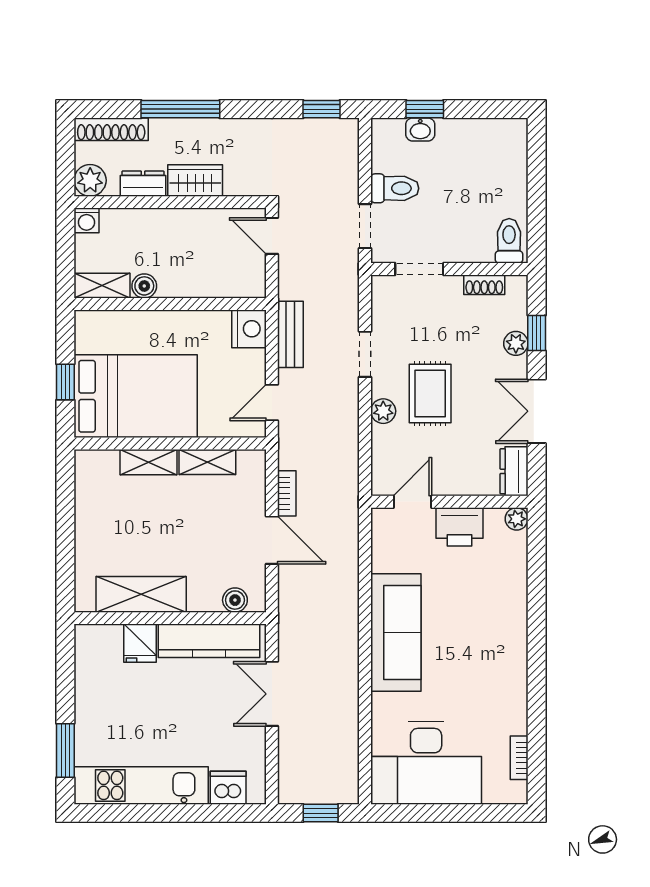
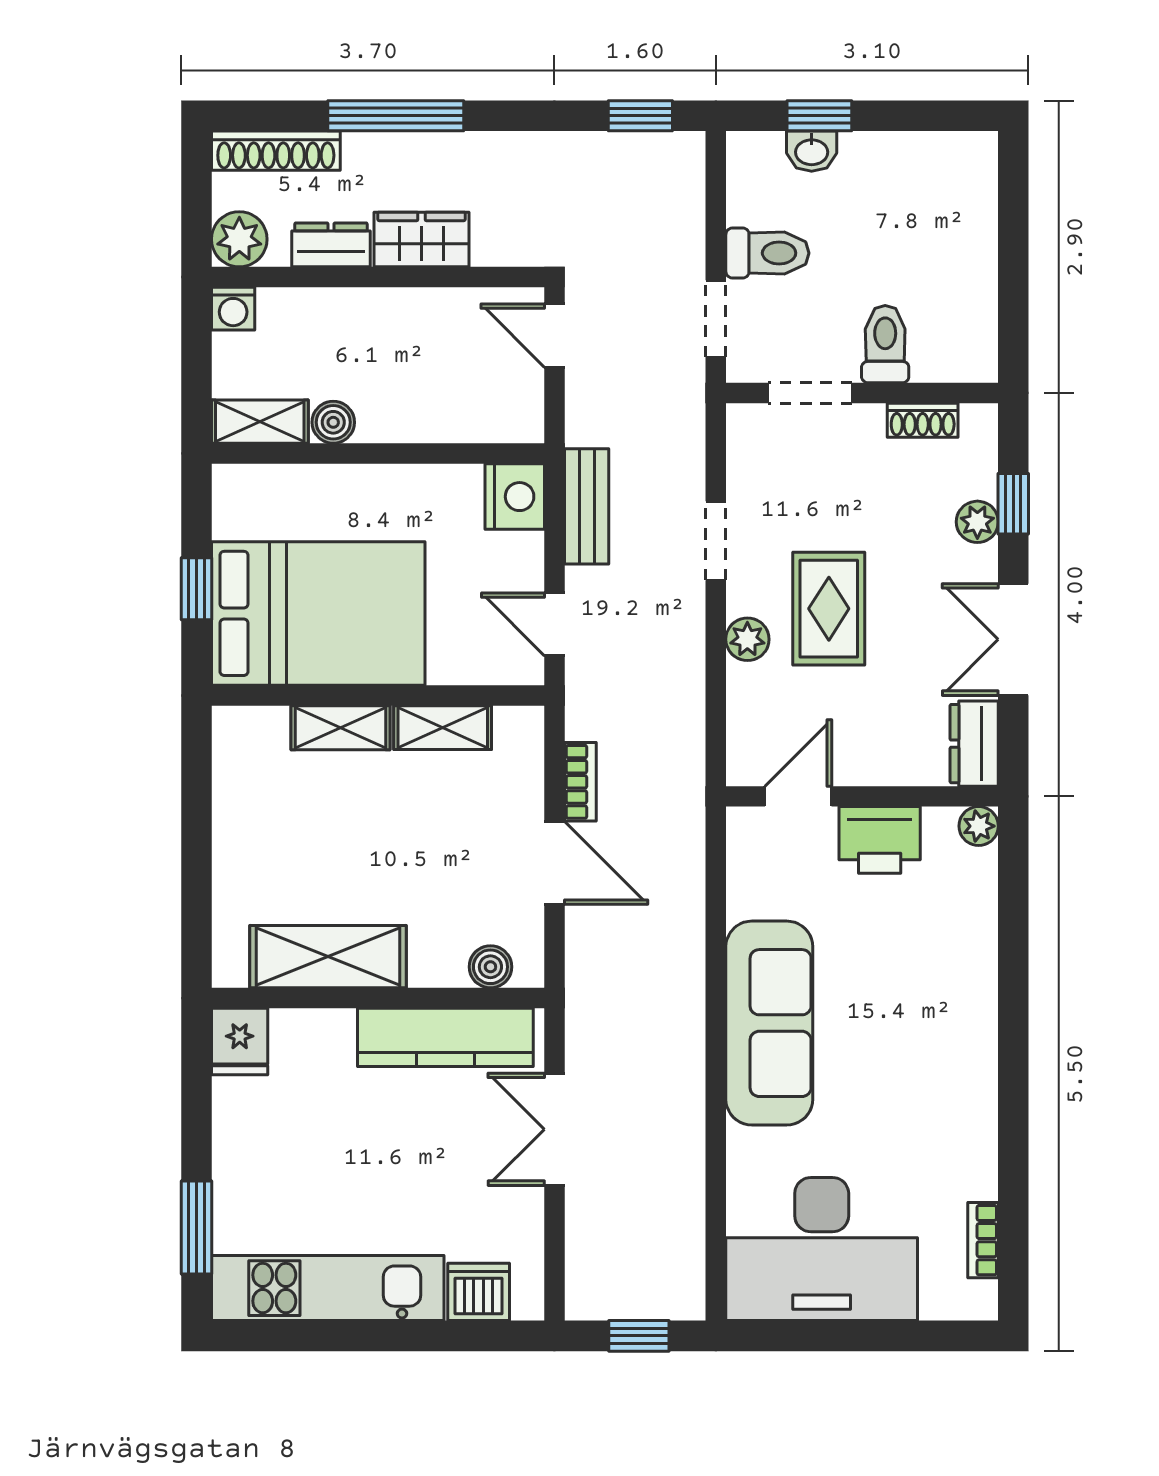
toilet: (509, 241) -> (885, 344), moved
door: (272, 403) -> (554, 624), hinge flipped
fridge: (140, 643) -> (240, 1041), moved

